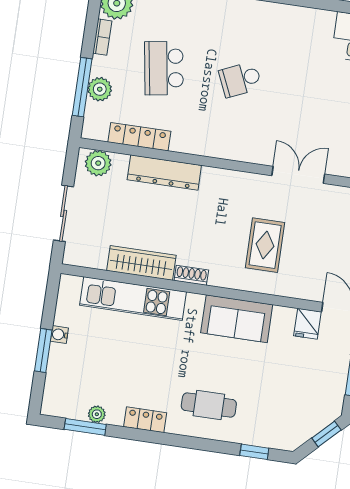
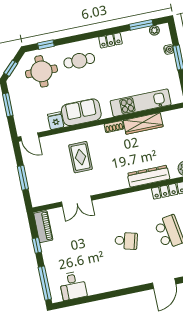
school desk: (240, 79) -> (126, 241), turned 39
fridge: (307, 324) -> (56, 121), moved
water cooler: (59, 335) -> (169, 49), moved
round table: (278, 410) -> (41, 71), added
plant: (97, 414) -> (154, 30), moved

